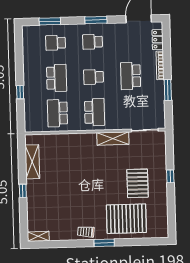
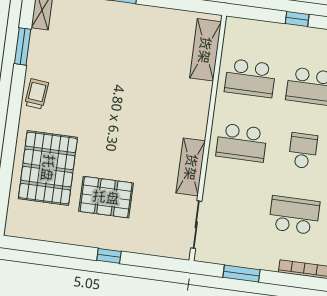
window: (168, 90) -> (241, 274), moved
school desk: (58, 113) -> (250, 78), turned 180
shelving: (32, 162) -> (205, 50), moved, turned 90
window: (104, 243) -> (23, 46), moved

